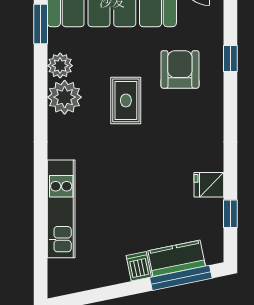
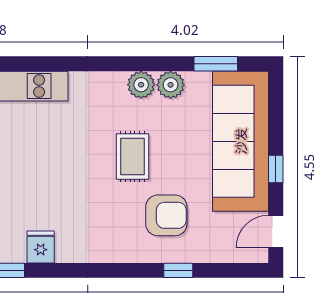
plant: (65, 97) -> (141, 85), width x0.73, depth x0.73
rug: (126, 100) -> (133, 156), turned 90

